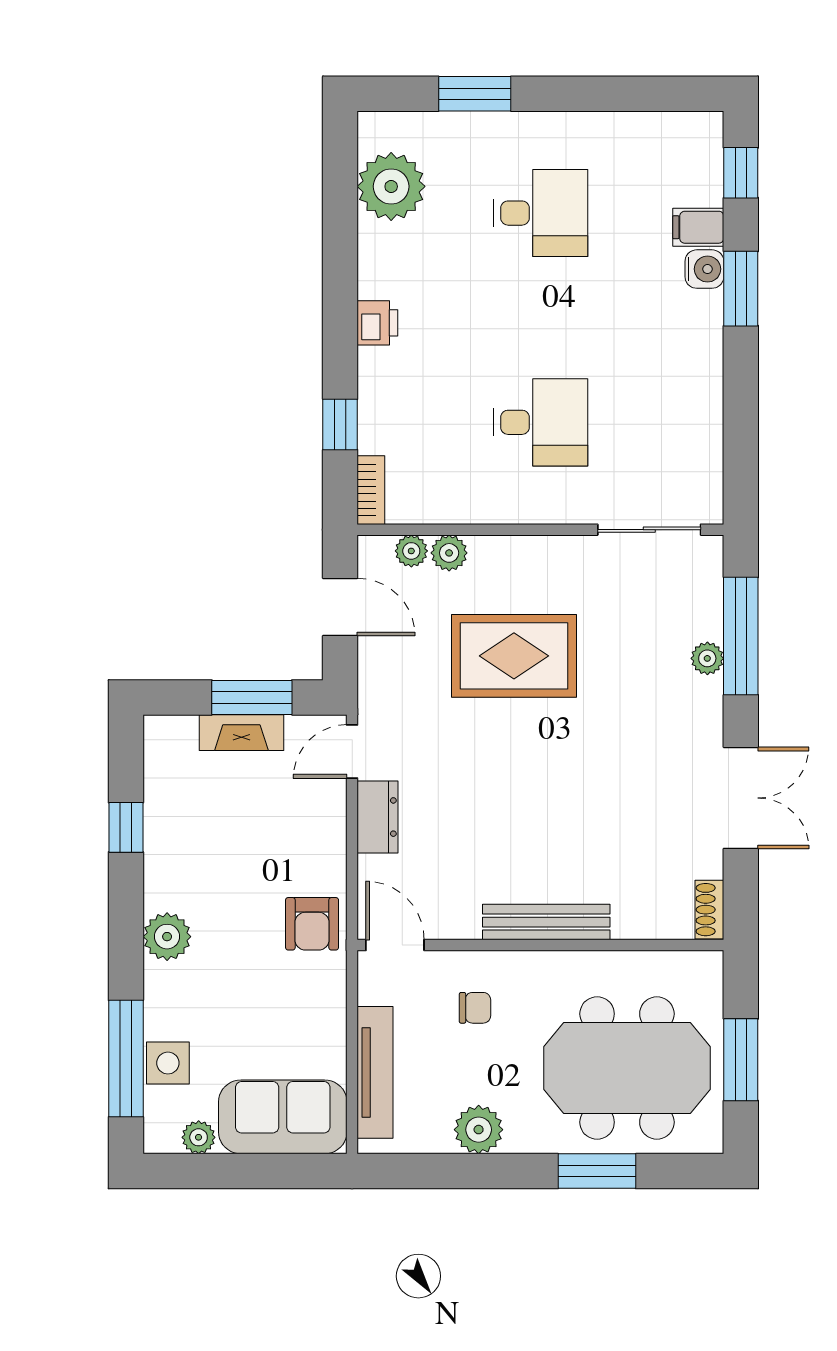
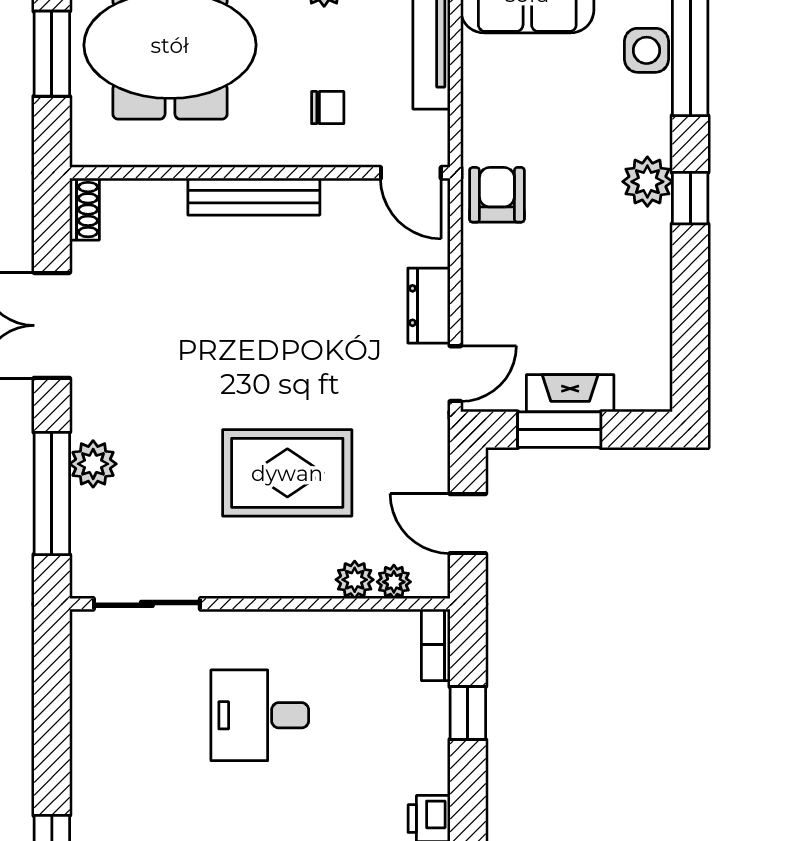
plant: (707, 658) -> (93, 464), width x1.38, depth x1.38
window: (126, 827) -> (690, 198), moved
chair: (475, 1008) -> (328, 108), turned 180

